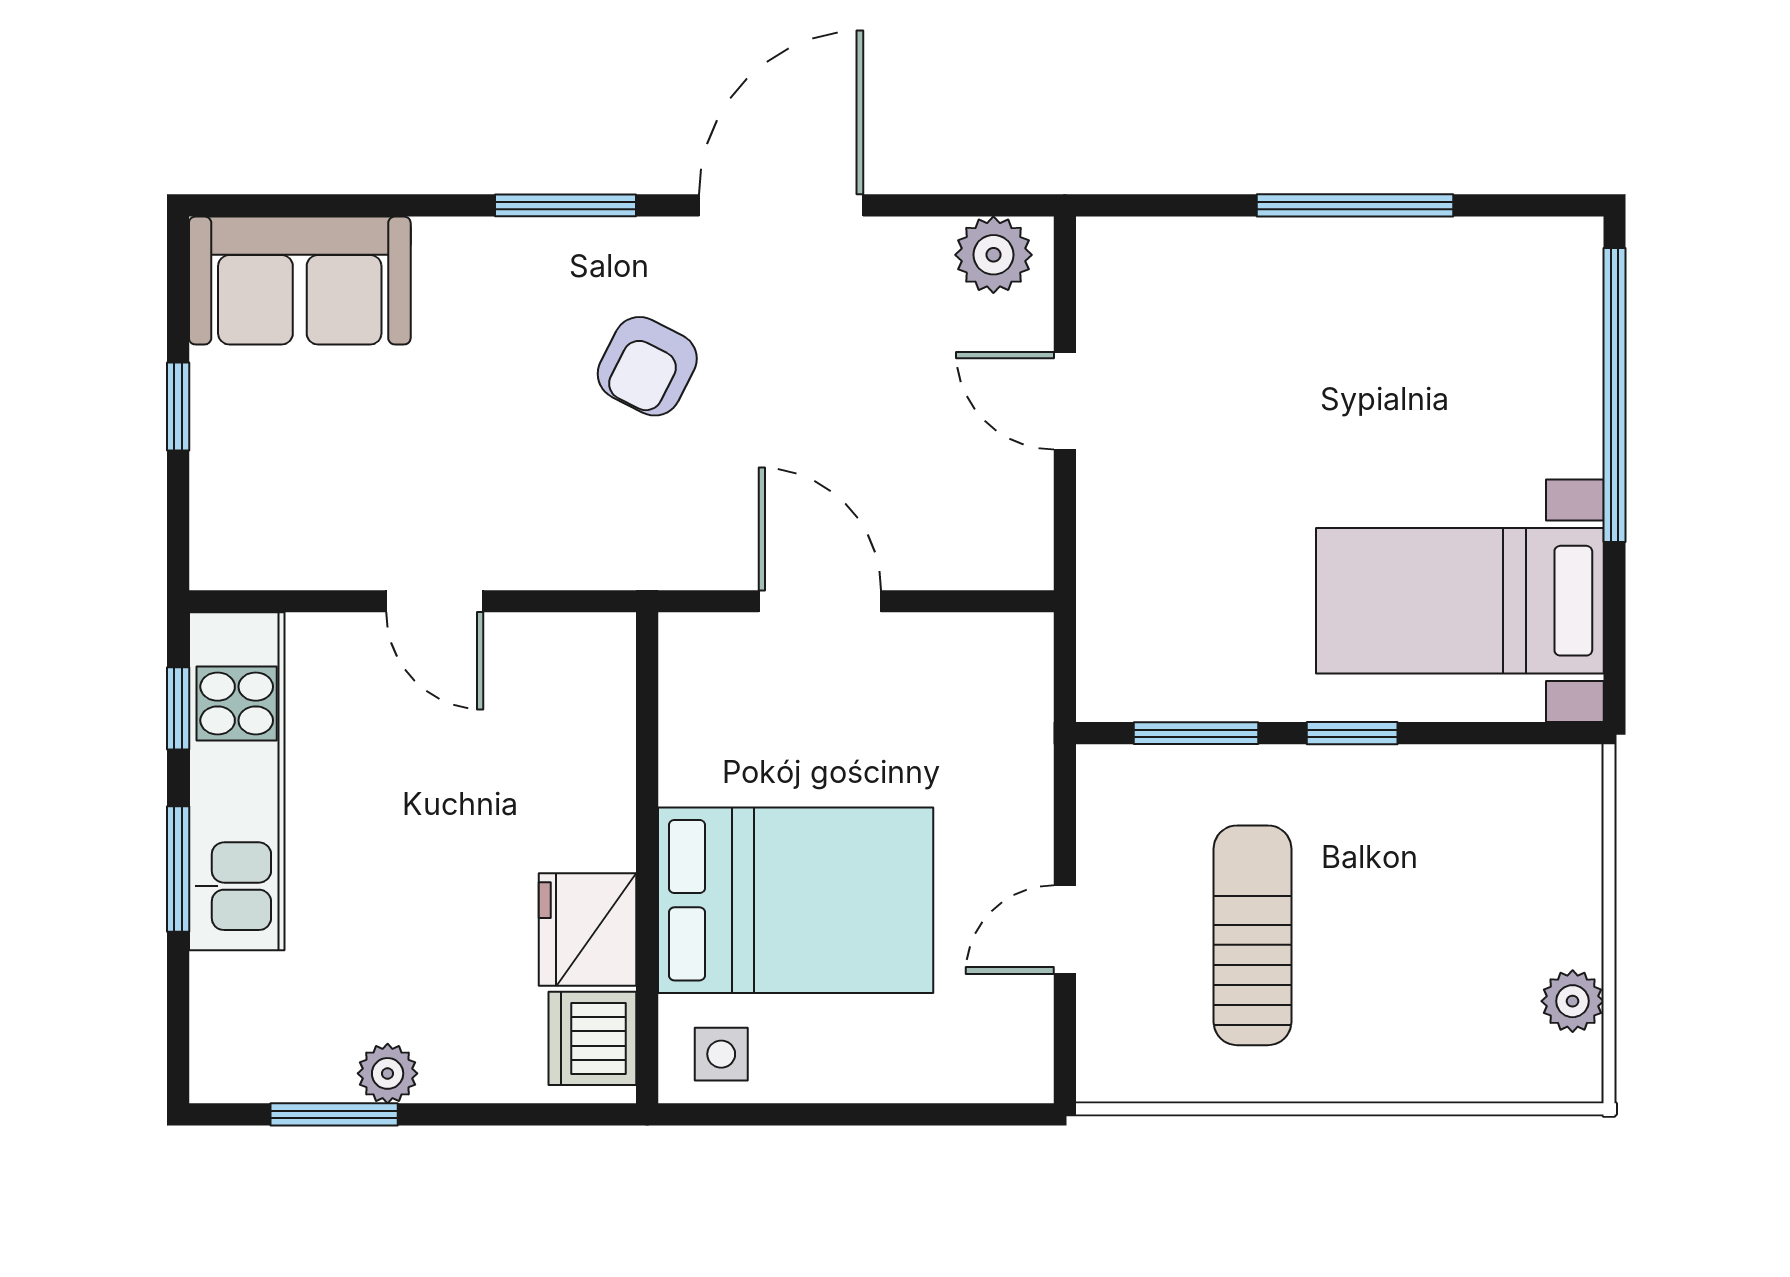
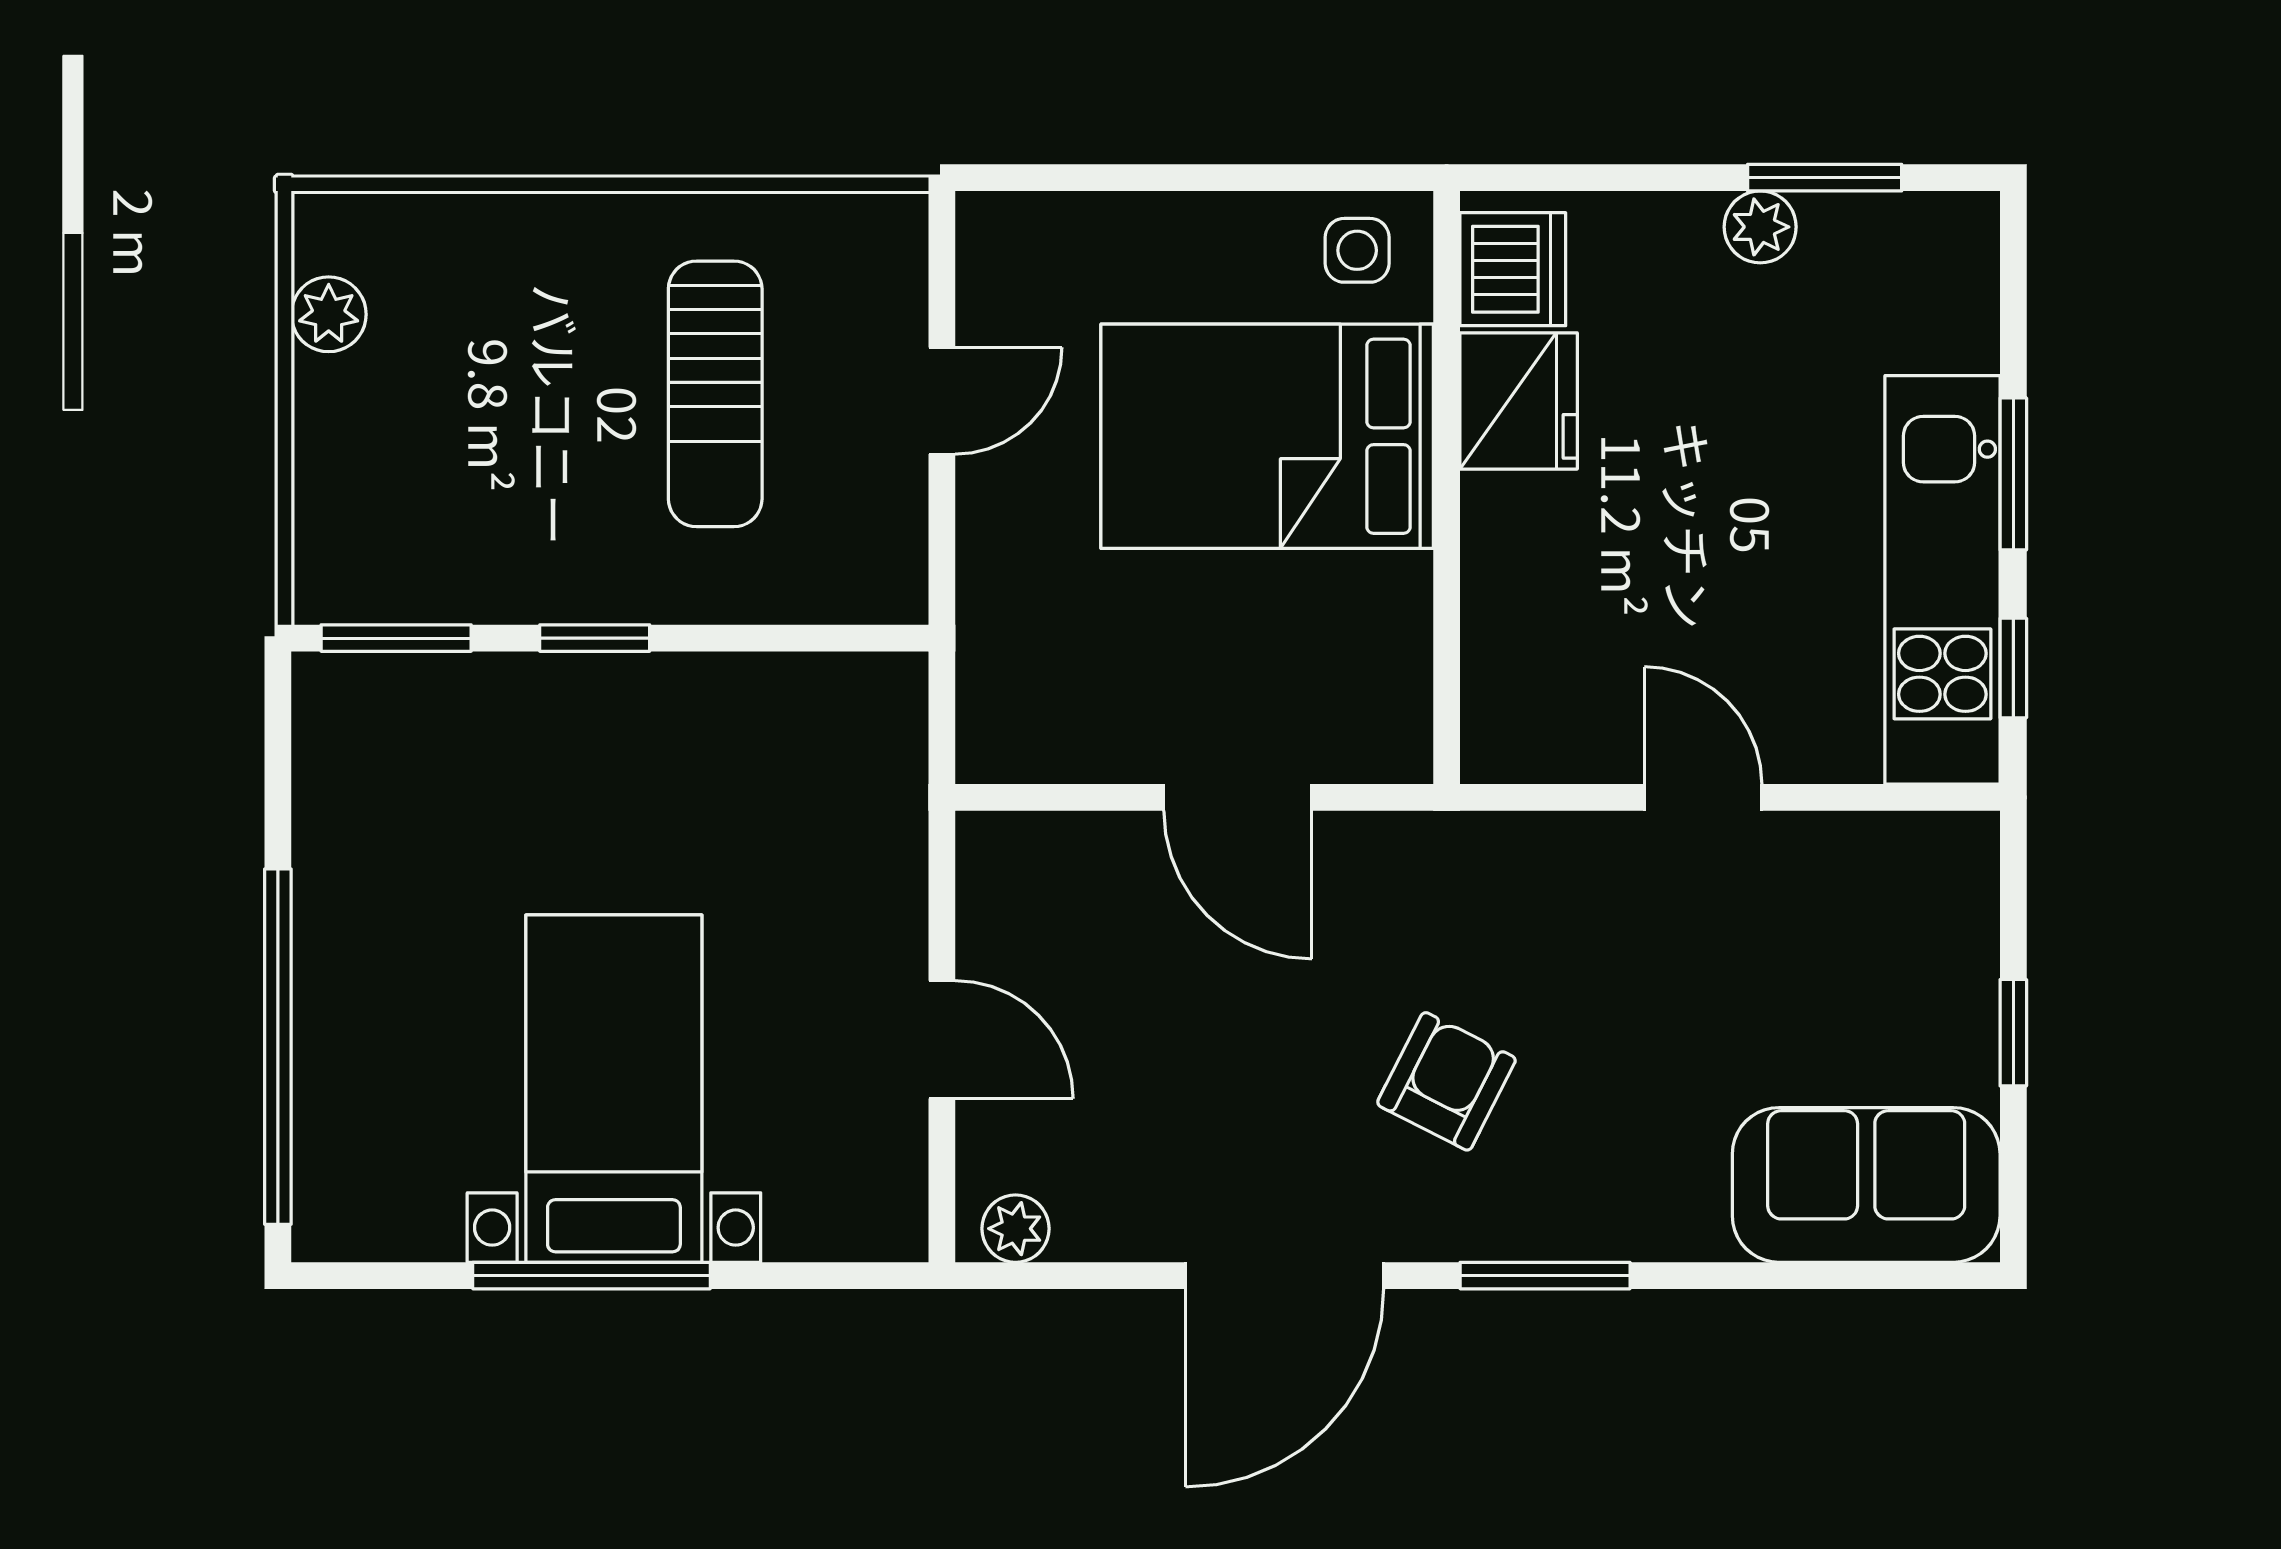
plant: (993, 255) -> (1015, 1229), width x0.73, depth x0.73
bed with nightstands: (1460, 601) -> (614, 1089), moved, turned -90
window: (1196, 733) -> (396, 638), moved

